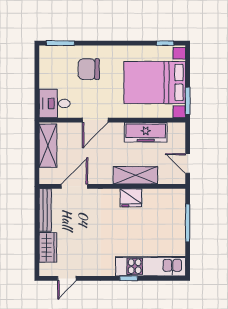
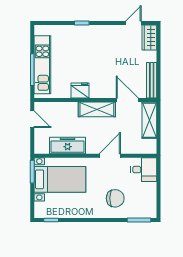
bed with nightstands: (155, 82) -> (60, 179), width x0.73
shelving: (48, 146) -> (149, 120), moved
shelving: (136, 175) -> (97, 109), moved
door: (74, 186) -> (127, 100), swing flipped
wardrobe: (48, 247) -> (149, 37), moved
kitchen unit: (151, 266) -> (42, 65), moved, turned -90

